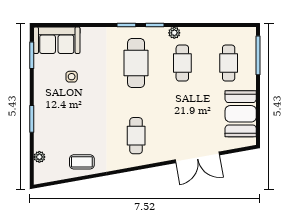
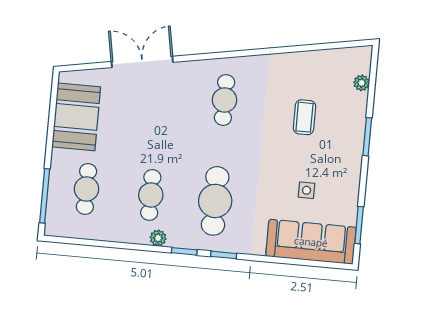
sofa: (57, 40) -> (311, 242), width x1.36
coffee table: (82, 162) -> (304, 117), moved, turned 90

